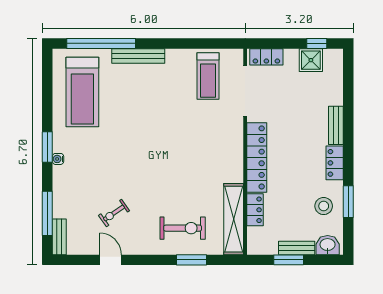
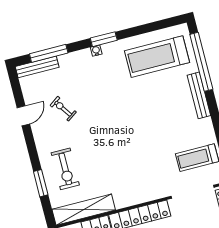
bench: (59, 237) -> (37, 67), width x1.36

